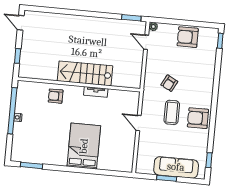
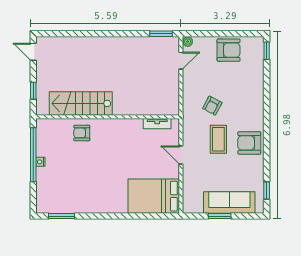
armchair: (188, 37) -> (229, 50), turned 180
door: (146, 42) -> (181, 61), swing flipped
stairs: (85, 73) -> (81, 103), moved
tv unit: (96, 92) -> (157, 124), moved
bed: (84, 146) -> (154, 196), moved, turned -90

